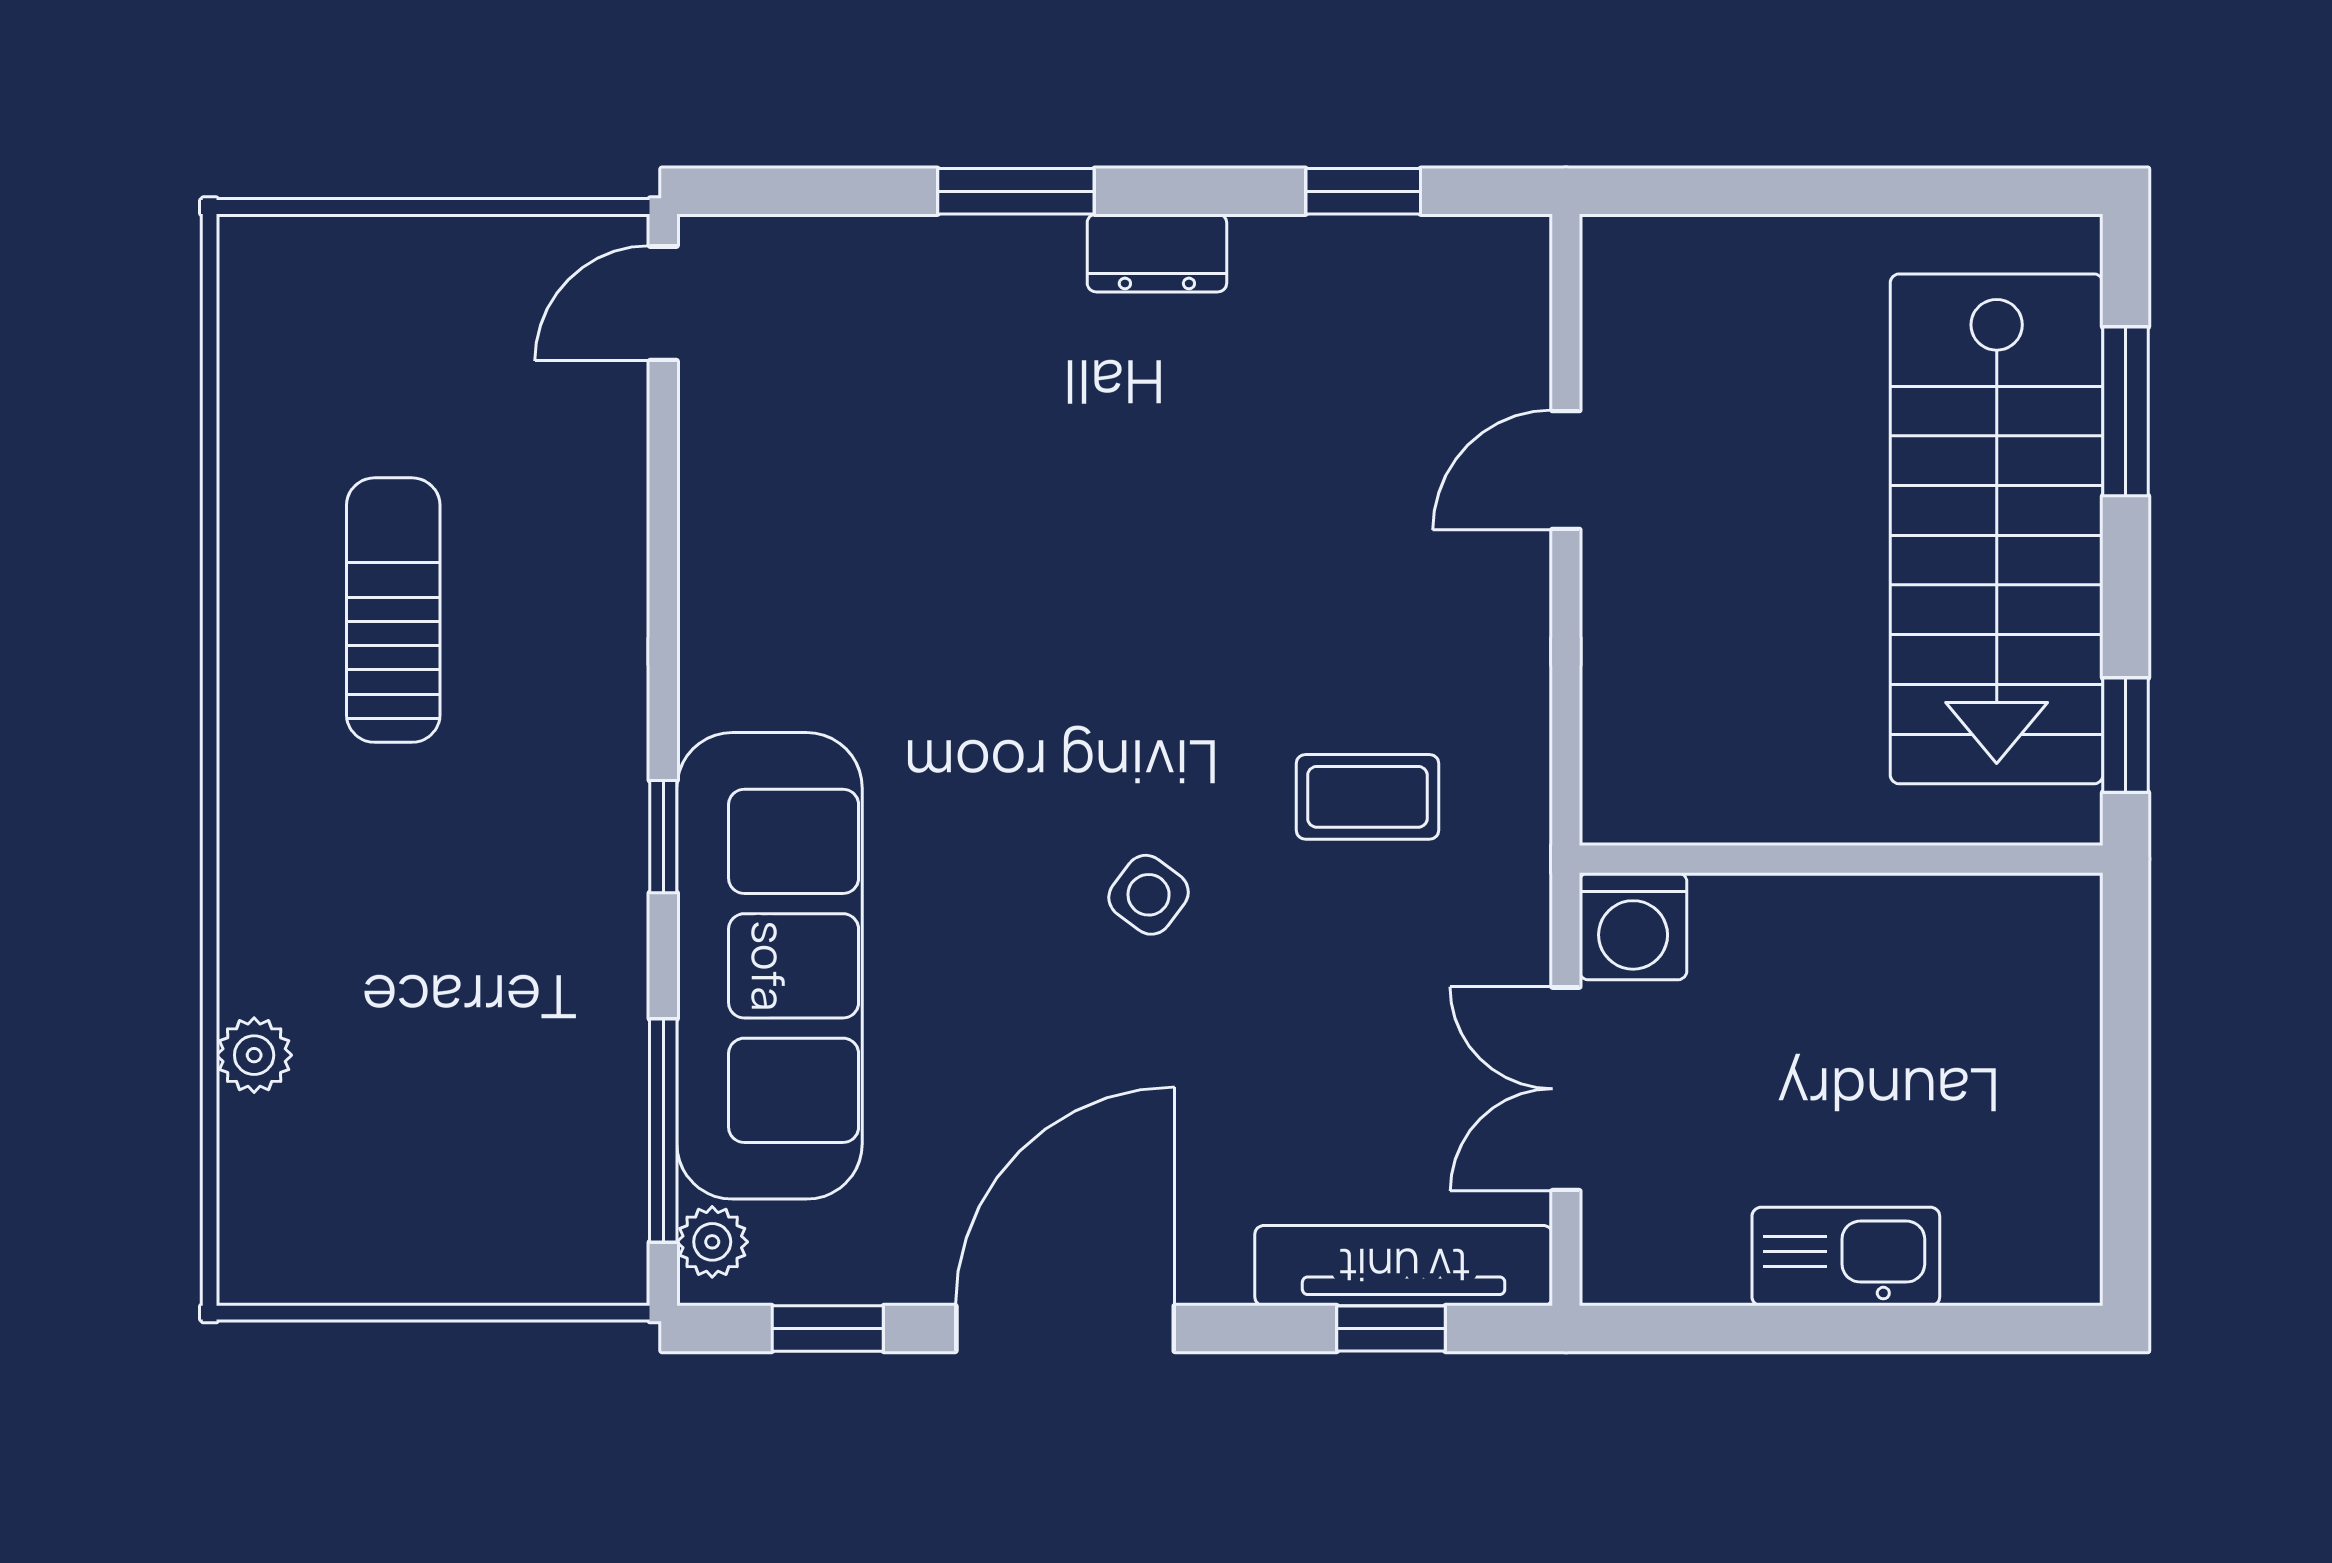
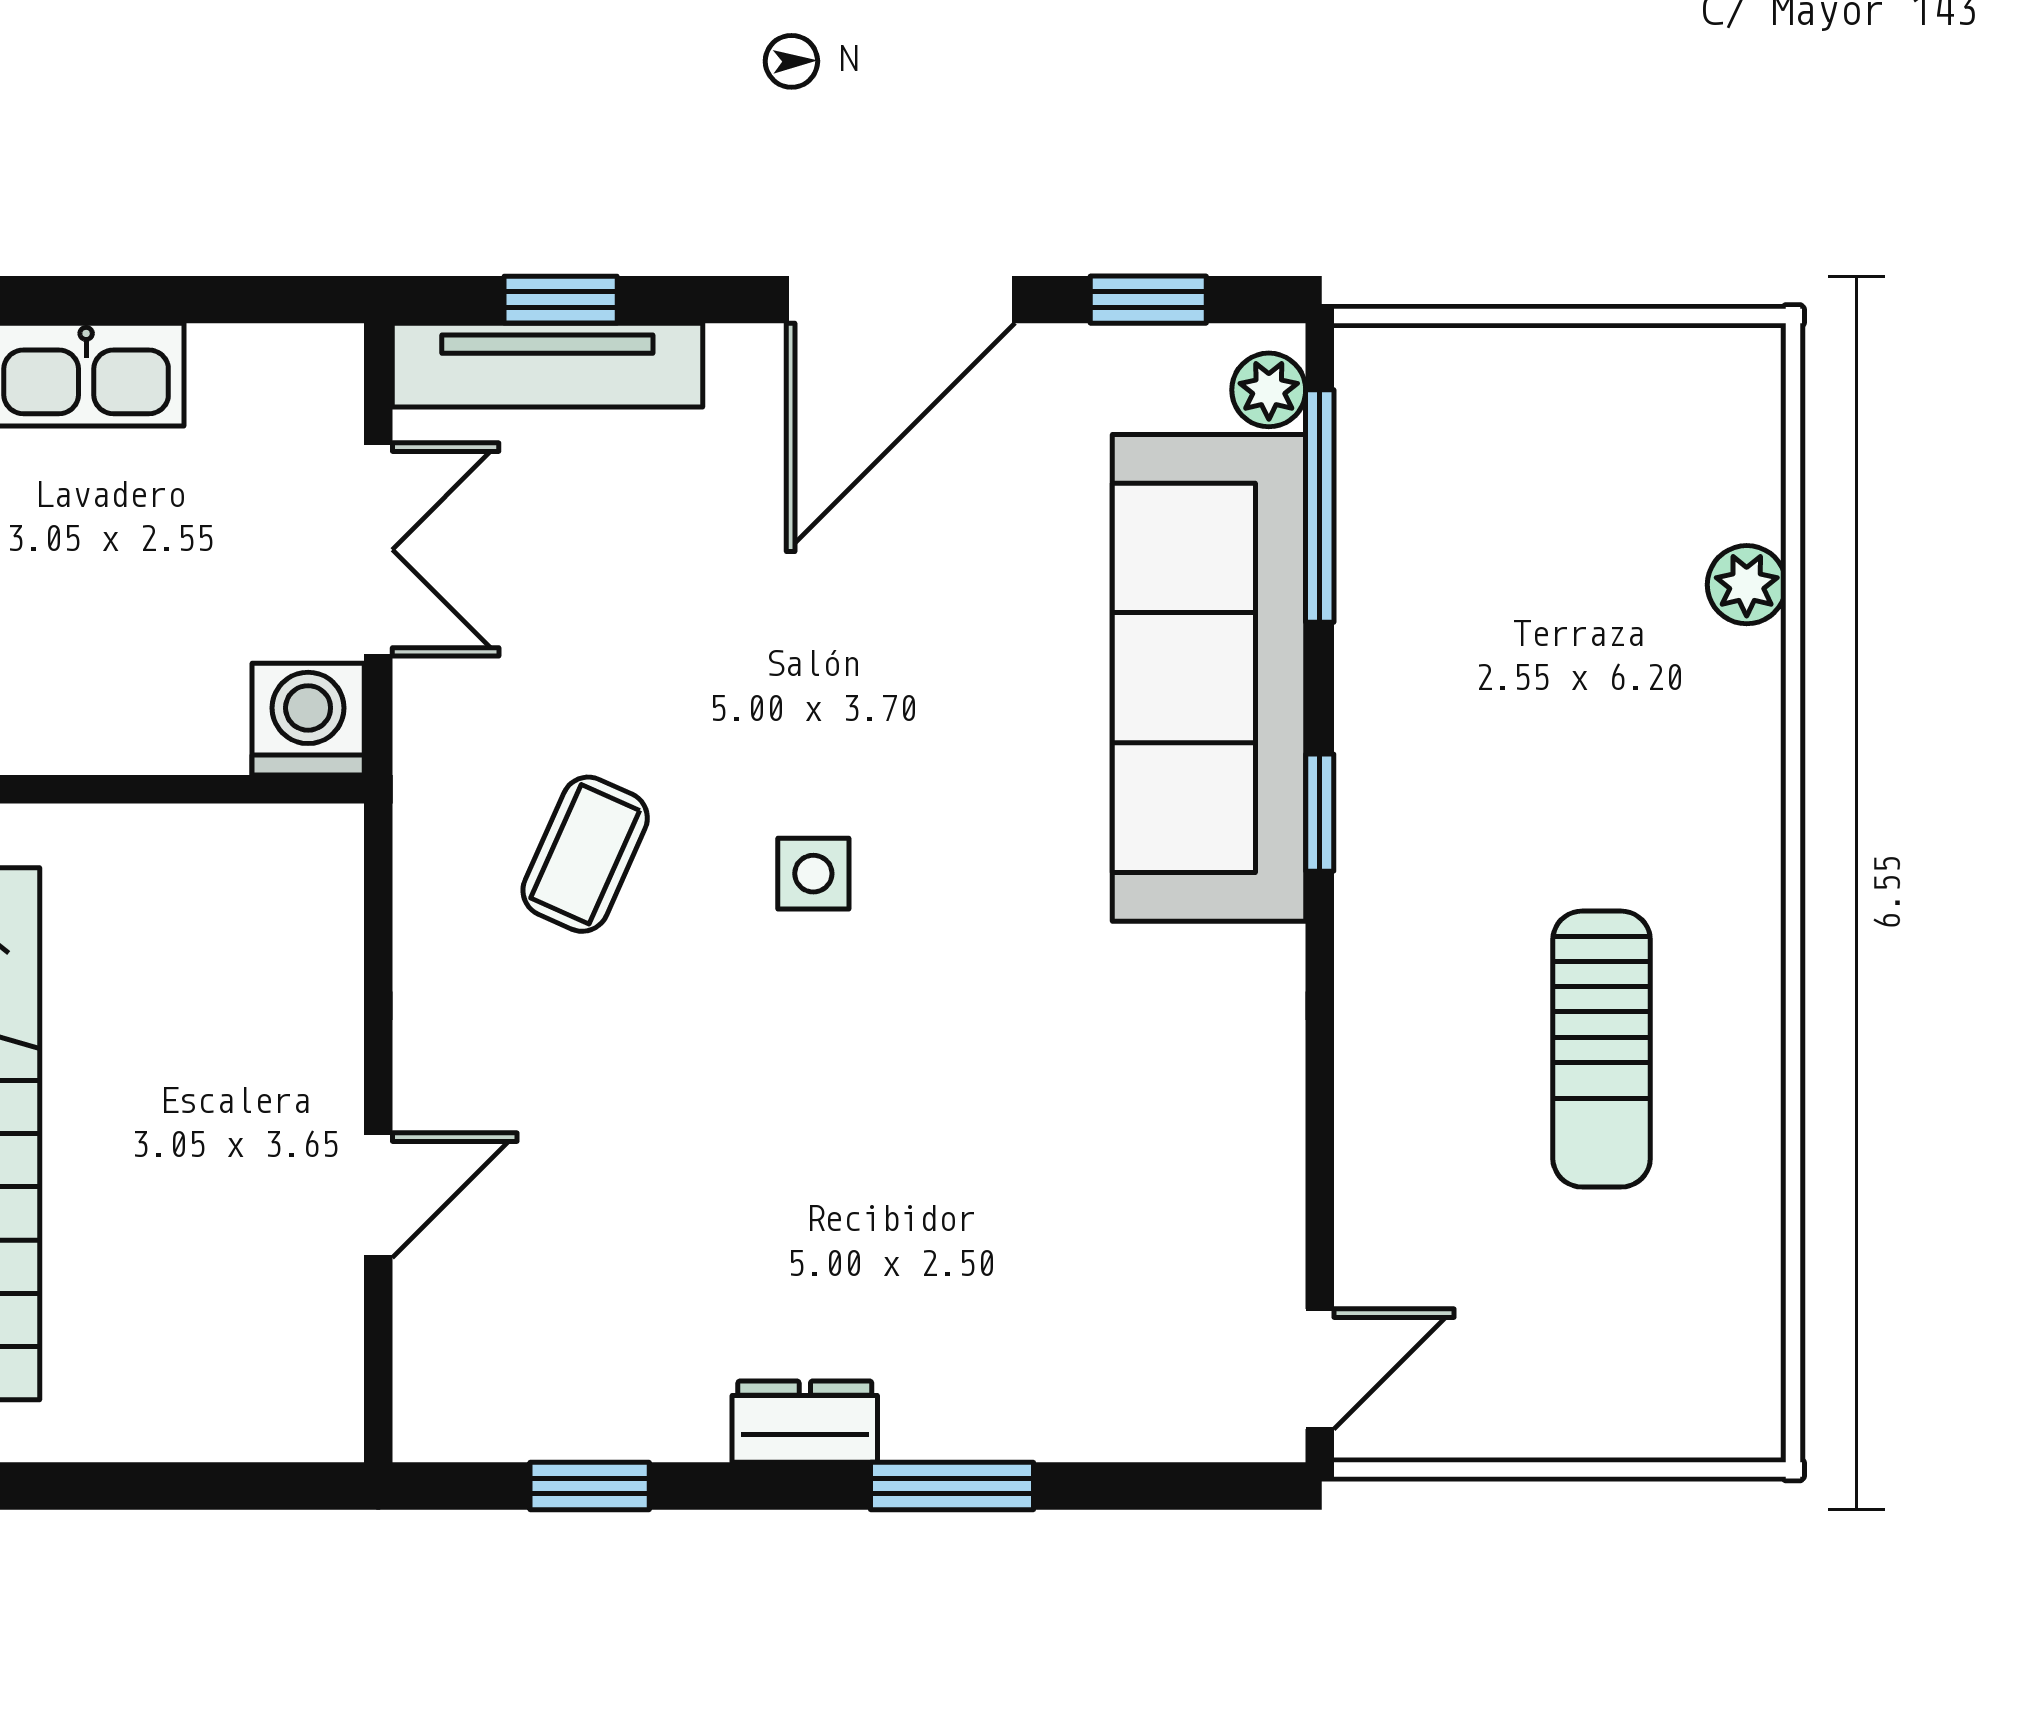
coffee table: (1367, 797) -> (585, 854), turned -66
side table: (1149, 895) -> (813, 874), moved, turned -37

